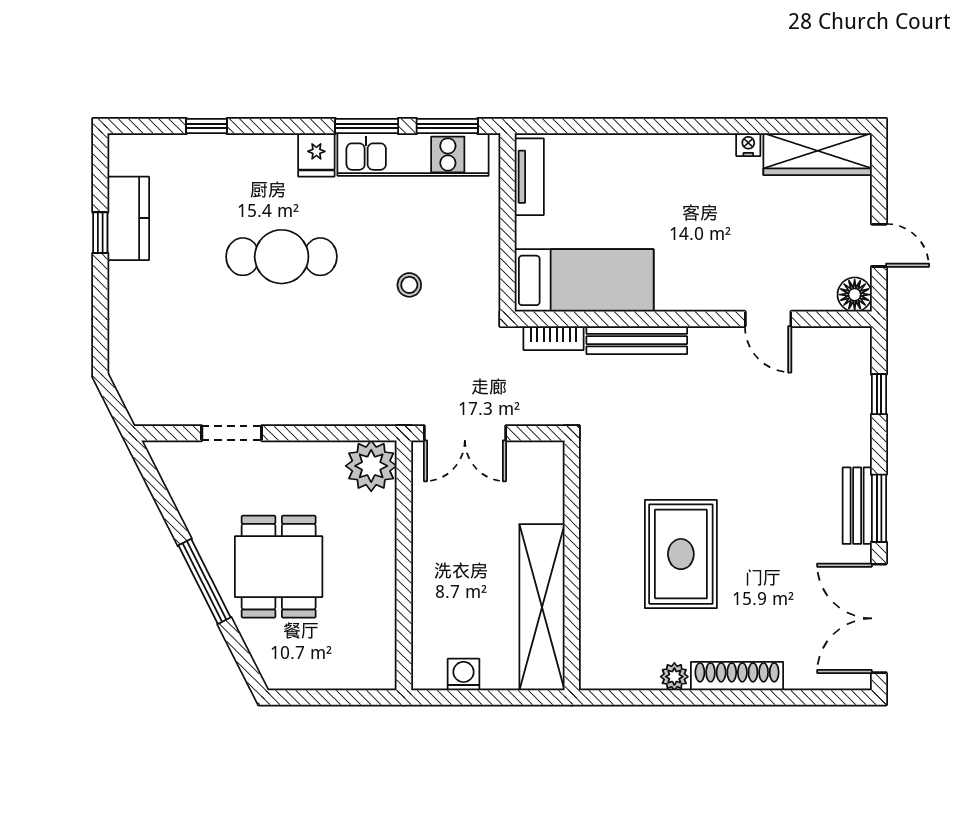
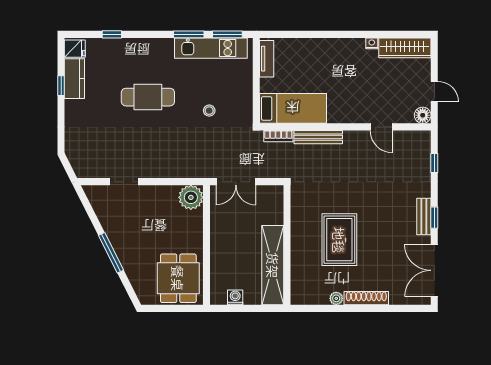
fridge: (316, 155) -> (75, 49), moved, turned -90
window: (879, 508) -> (434, 218), width x0.67
dining table: (279, 567) -> (178, 278), moved

